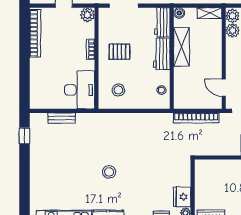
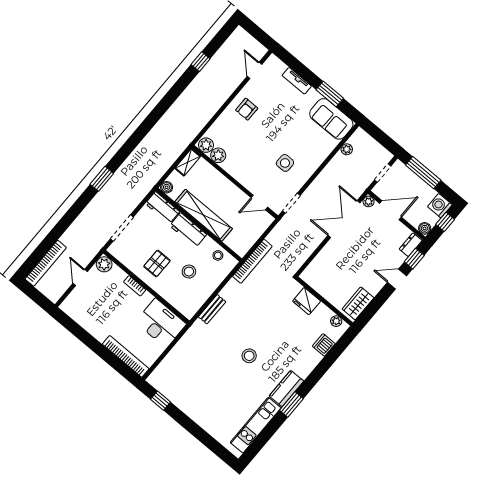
bookcase: (35, 33) -> (126, 356), moved
shelving: (181, 47) -> (204, 215), width x1.47
stool: (118, 90) -> (189, 272), moved
bench: (62, 118) -> (212, 309), moved
bookcase: (196, 118) -> (252, 261), moved
fridge: (182, 197) -> (307, 301), moved

